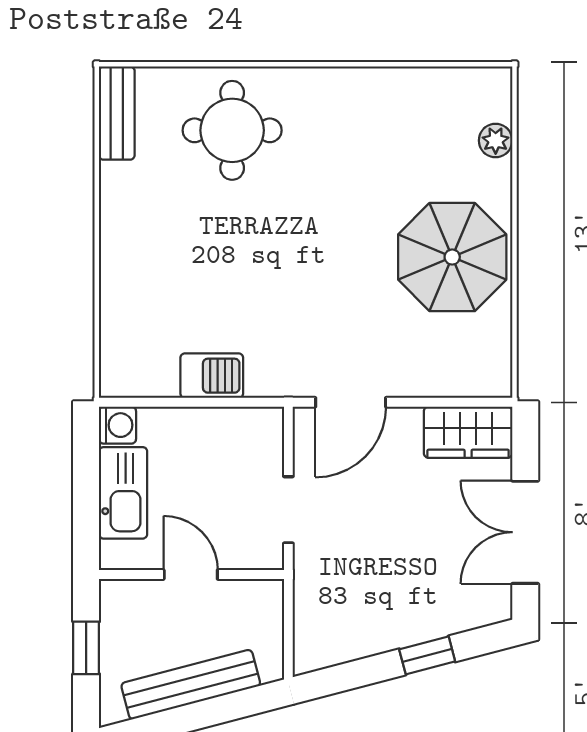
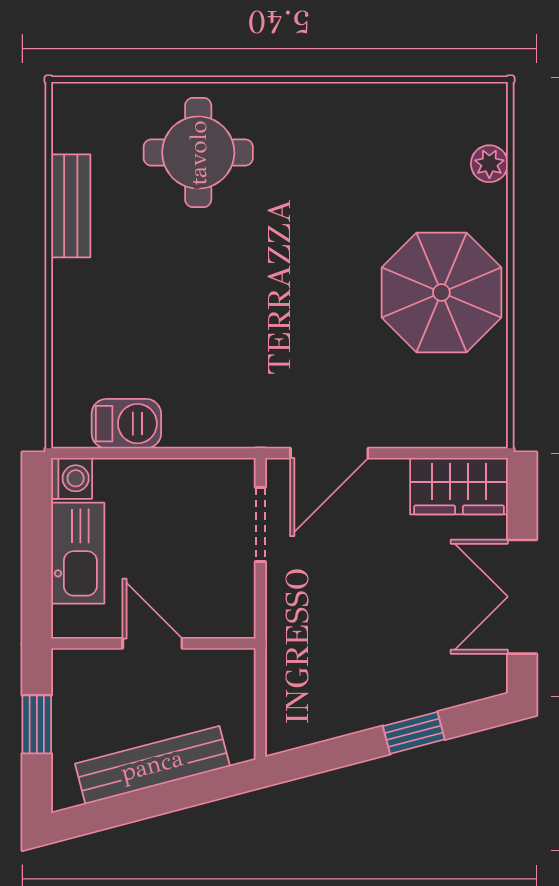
bench: (117, 113) -> (71, 206), moved
barbecue: (212, 376) -> (126, 424), moved
doorway: (288, 510) -> (260, 525), moved

